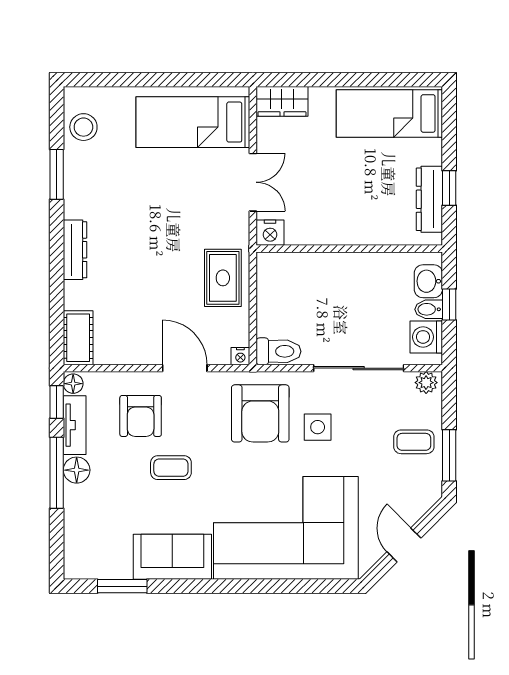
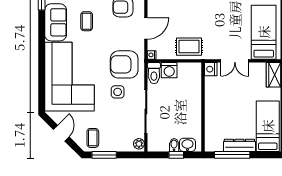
window: (449, 188) -> (232, 155), width x2.17
dresser: (429, 199) -> (239, 145), moved
washing machine: (426, 337) -> (169, 70), moved, turned 180
coffee table: (414, 442) -> (93, 138), moved
coffee table: (171, 468) -> (87, 21), moved
door: (404, 545) -> (61, 133), hinge flipped

